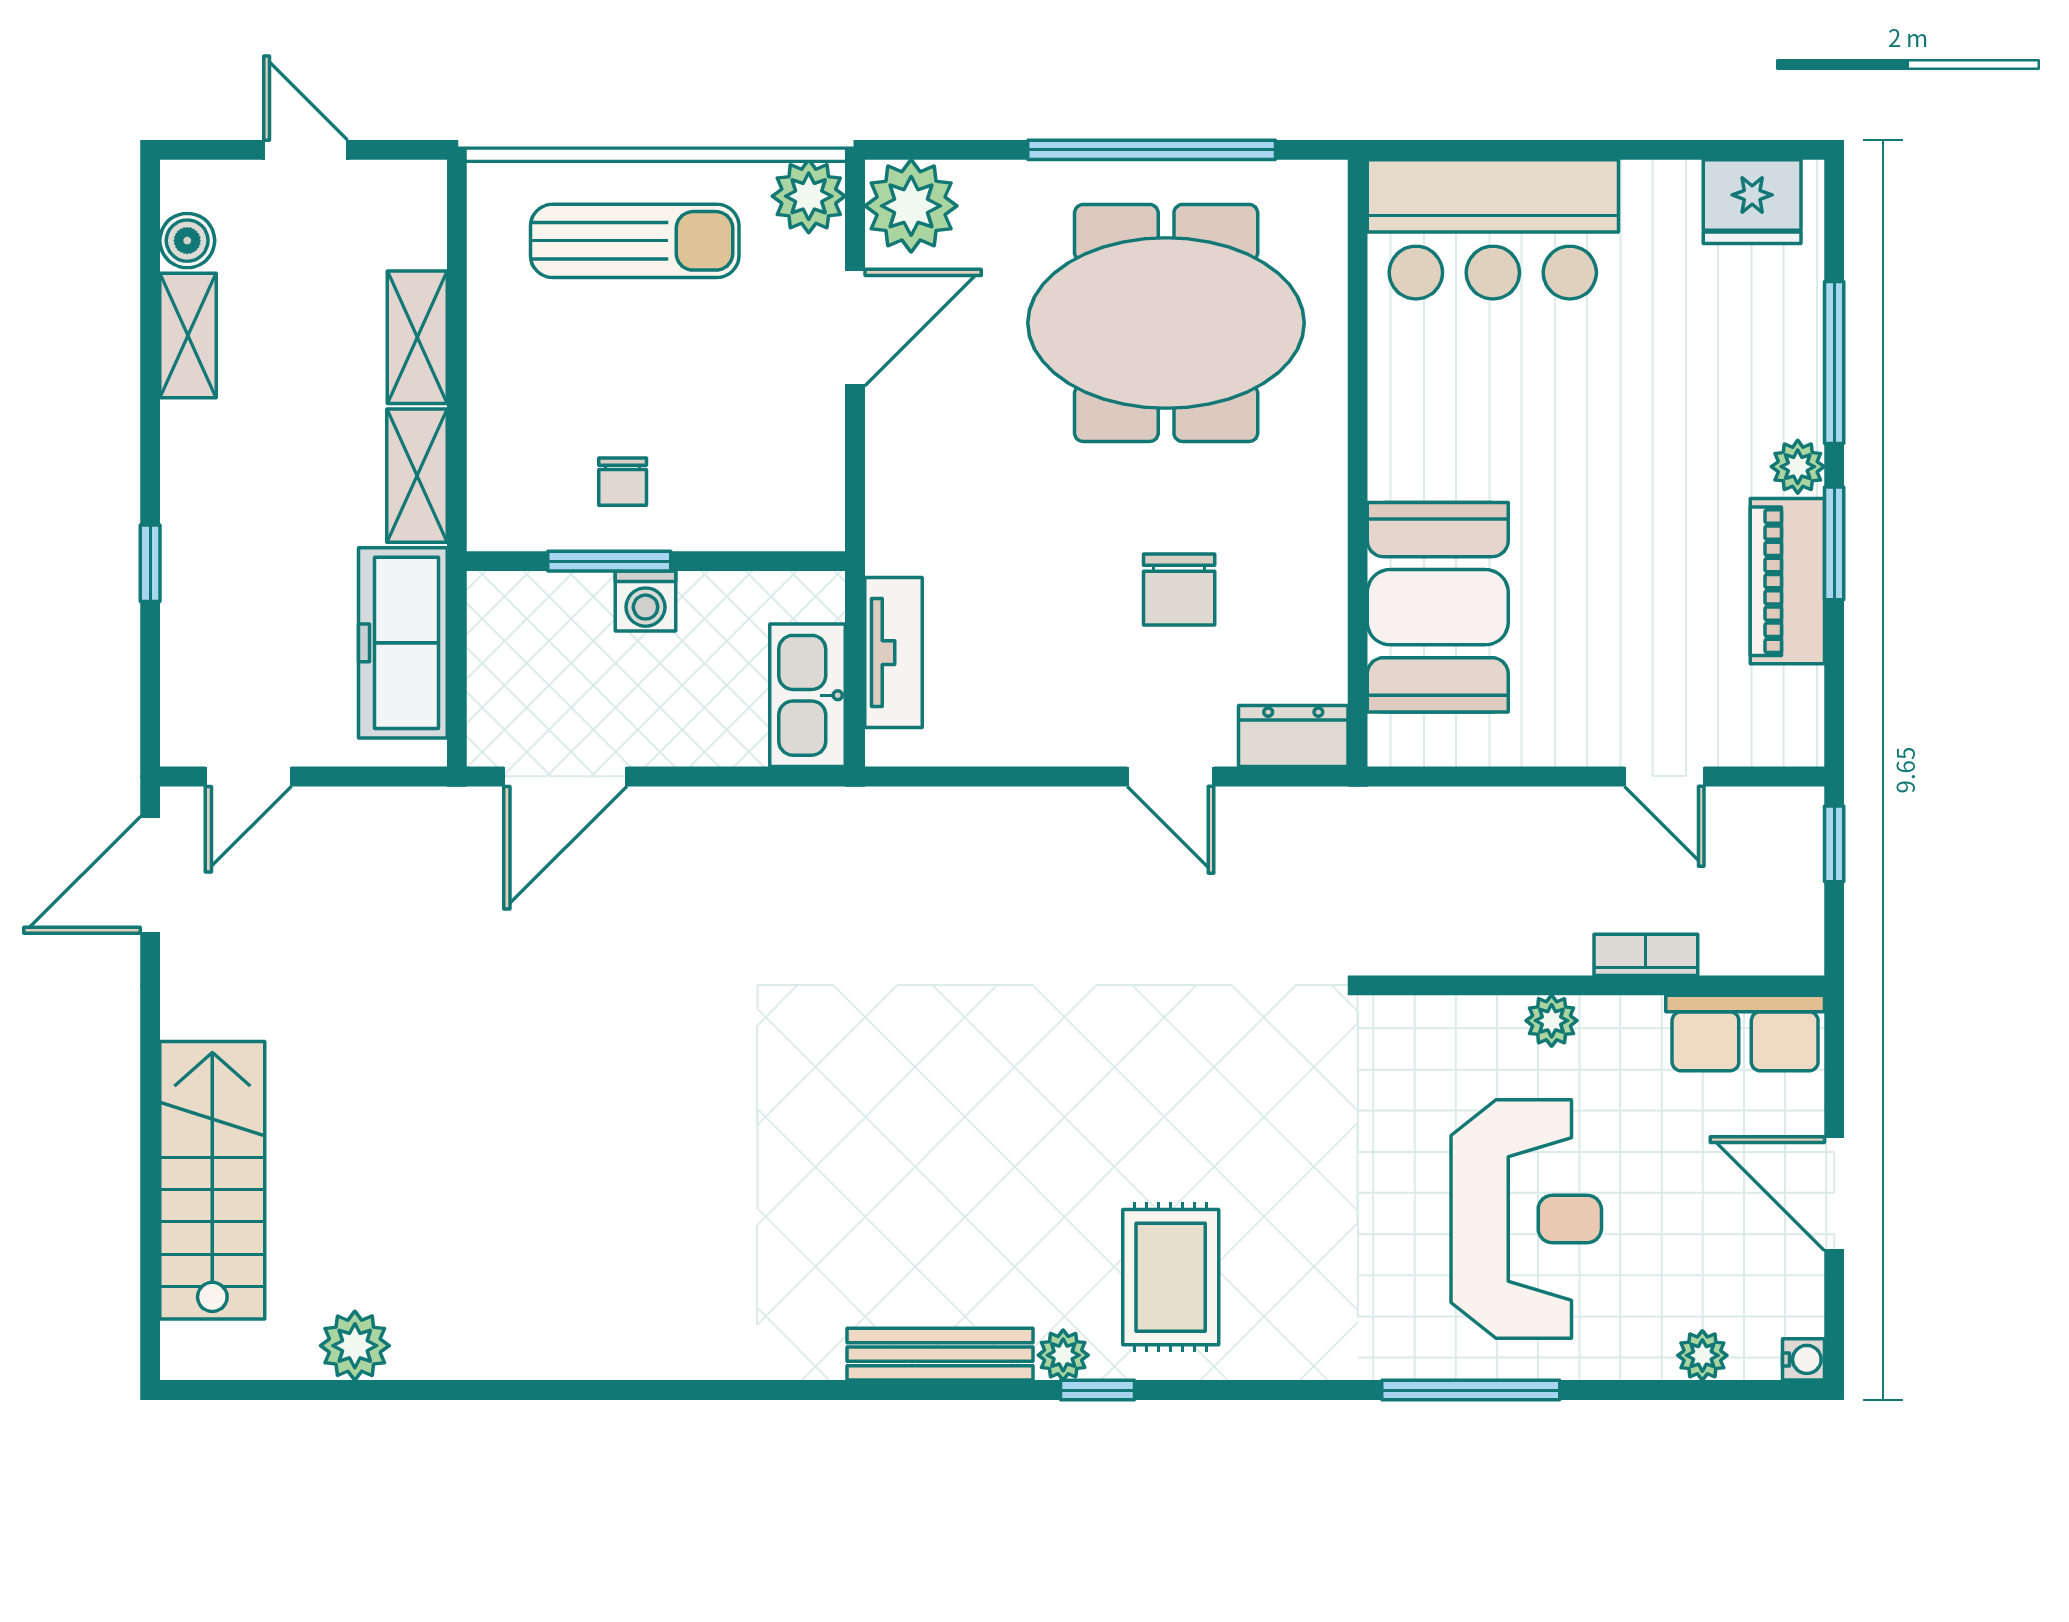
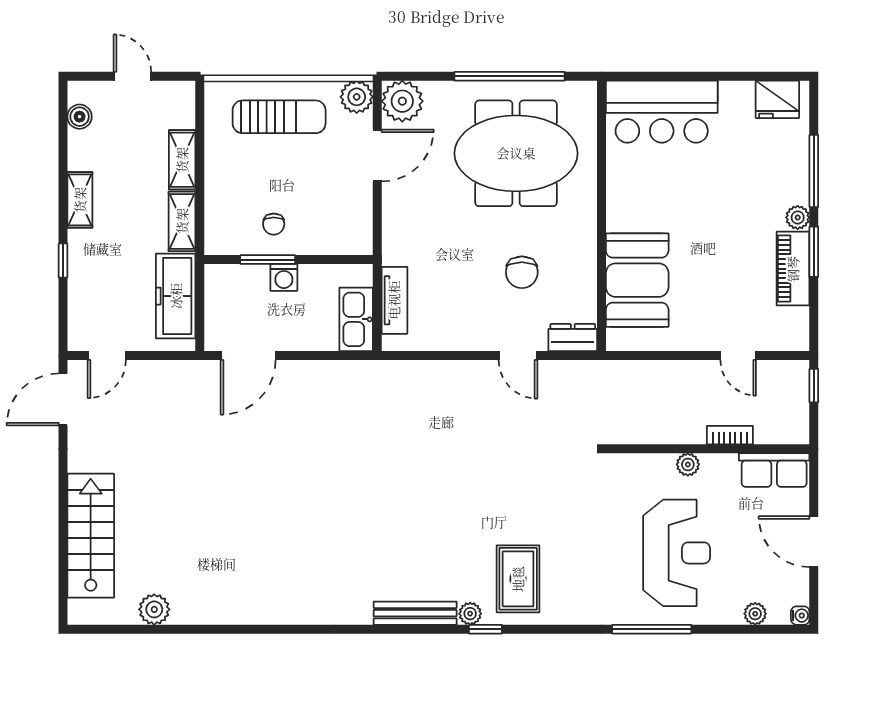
shelving: (188, 335) -> (80, 200), moved

